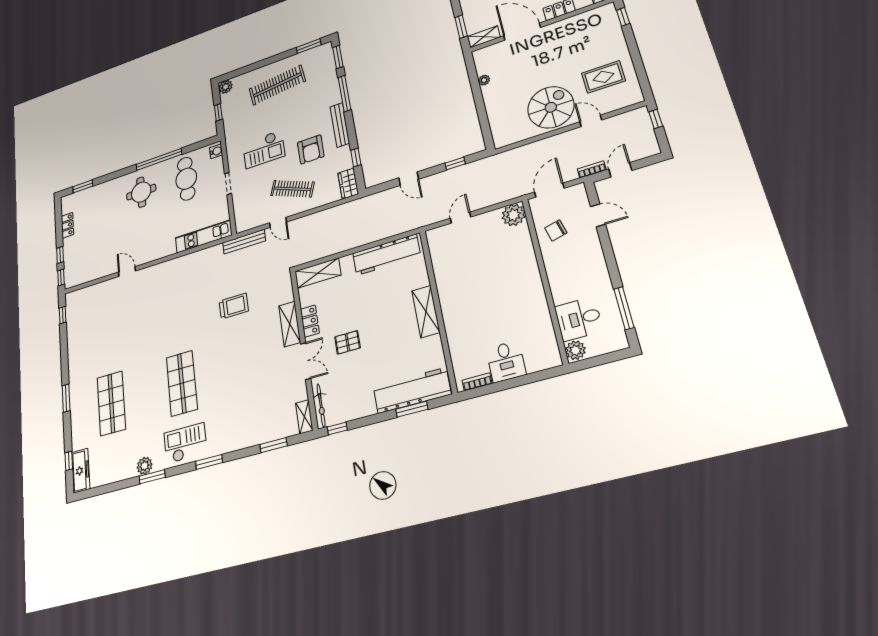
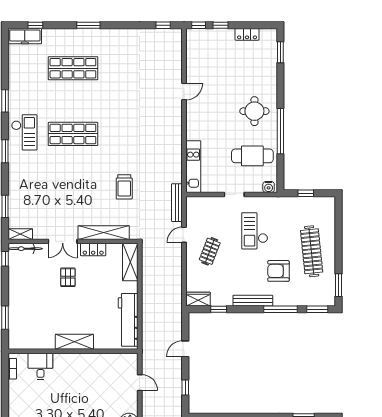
plant: (226, 87) -> (329, 203), removed
armchair: (311, 149) -> (278, 271), moved
clothes rail: (292, 189) -> (210, 251), width x0.73
shelving: (290, 324) -> (104, 233), width x1.47
desk: (506, 361) -> (40, 366), moved, turned 90
workbench: (412, 391) -> (19, 320), removed
plant: (145, 466) -> (15, 95), removed

